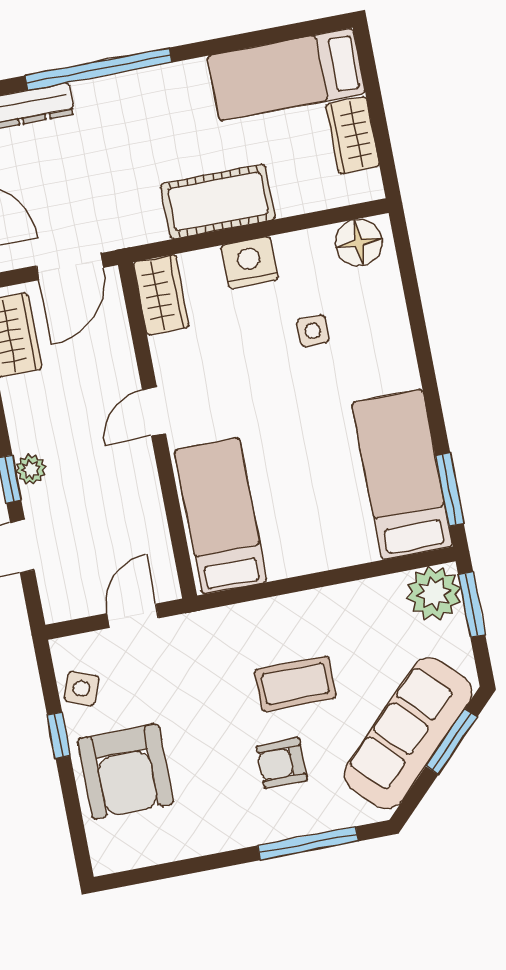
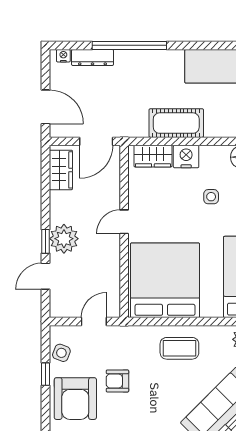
wardrobe: (161, 295) -> (153, 156), moved, turned 90
plant: (31, 469) -> (64, 239), width x1.87, depth x1.87
bed: (221, 516) -> (165, 280), width x2.04
coffee table: (295, 684) -> (179, 348), moved
armchair: (282, 763) -> (117, 381), moved

